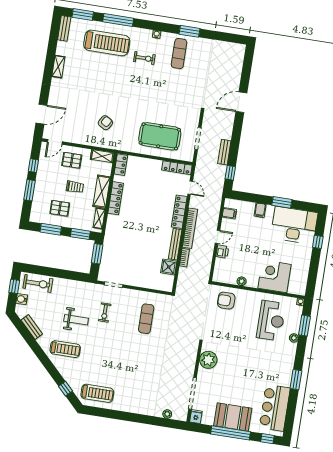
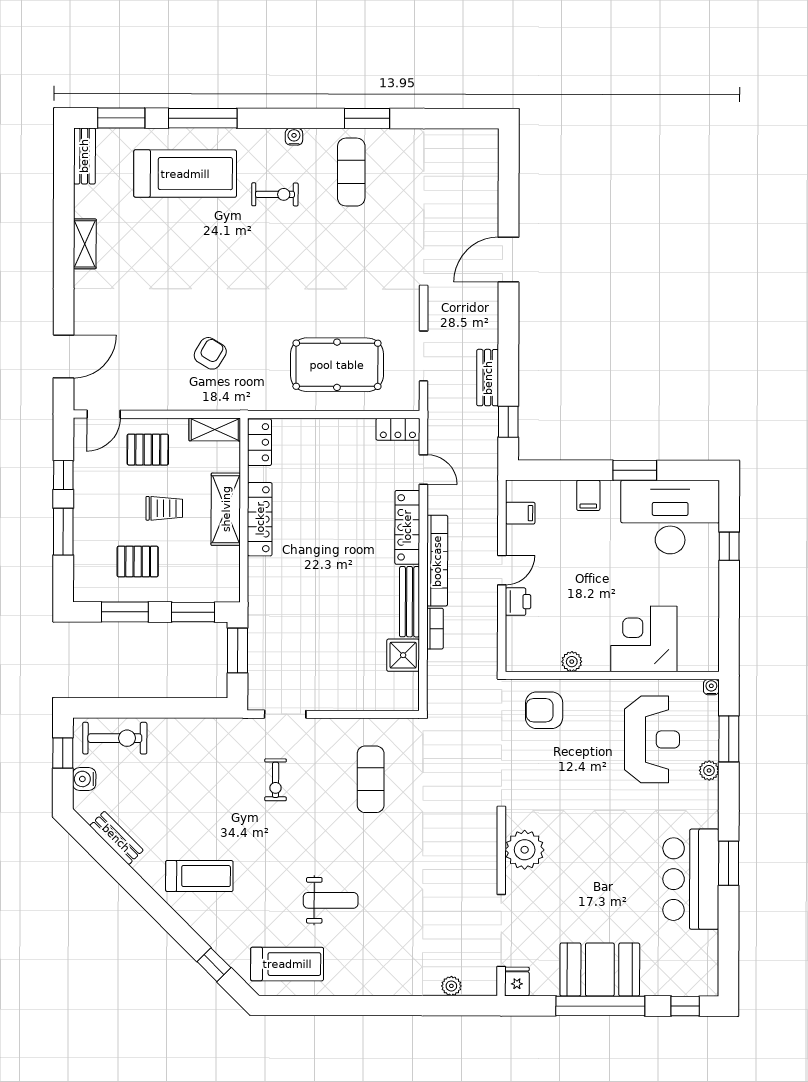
locker: (177, 168) -> (398, 429), width x0.66
shelving: (99, 218) -> (230, 571), removed
weight bench: (76, 320) -> (331, 900), moved
bar counter: (275, 408) -> (691, 879), moved

